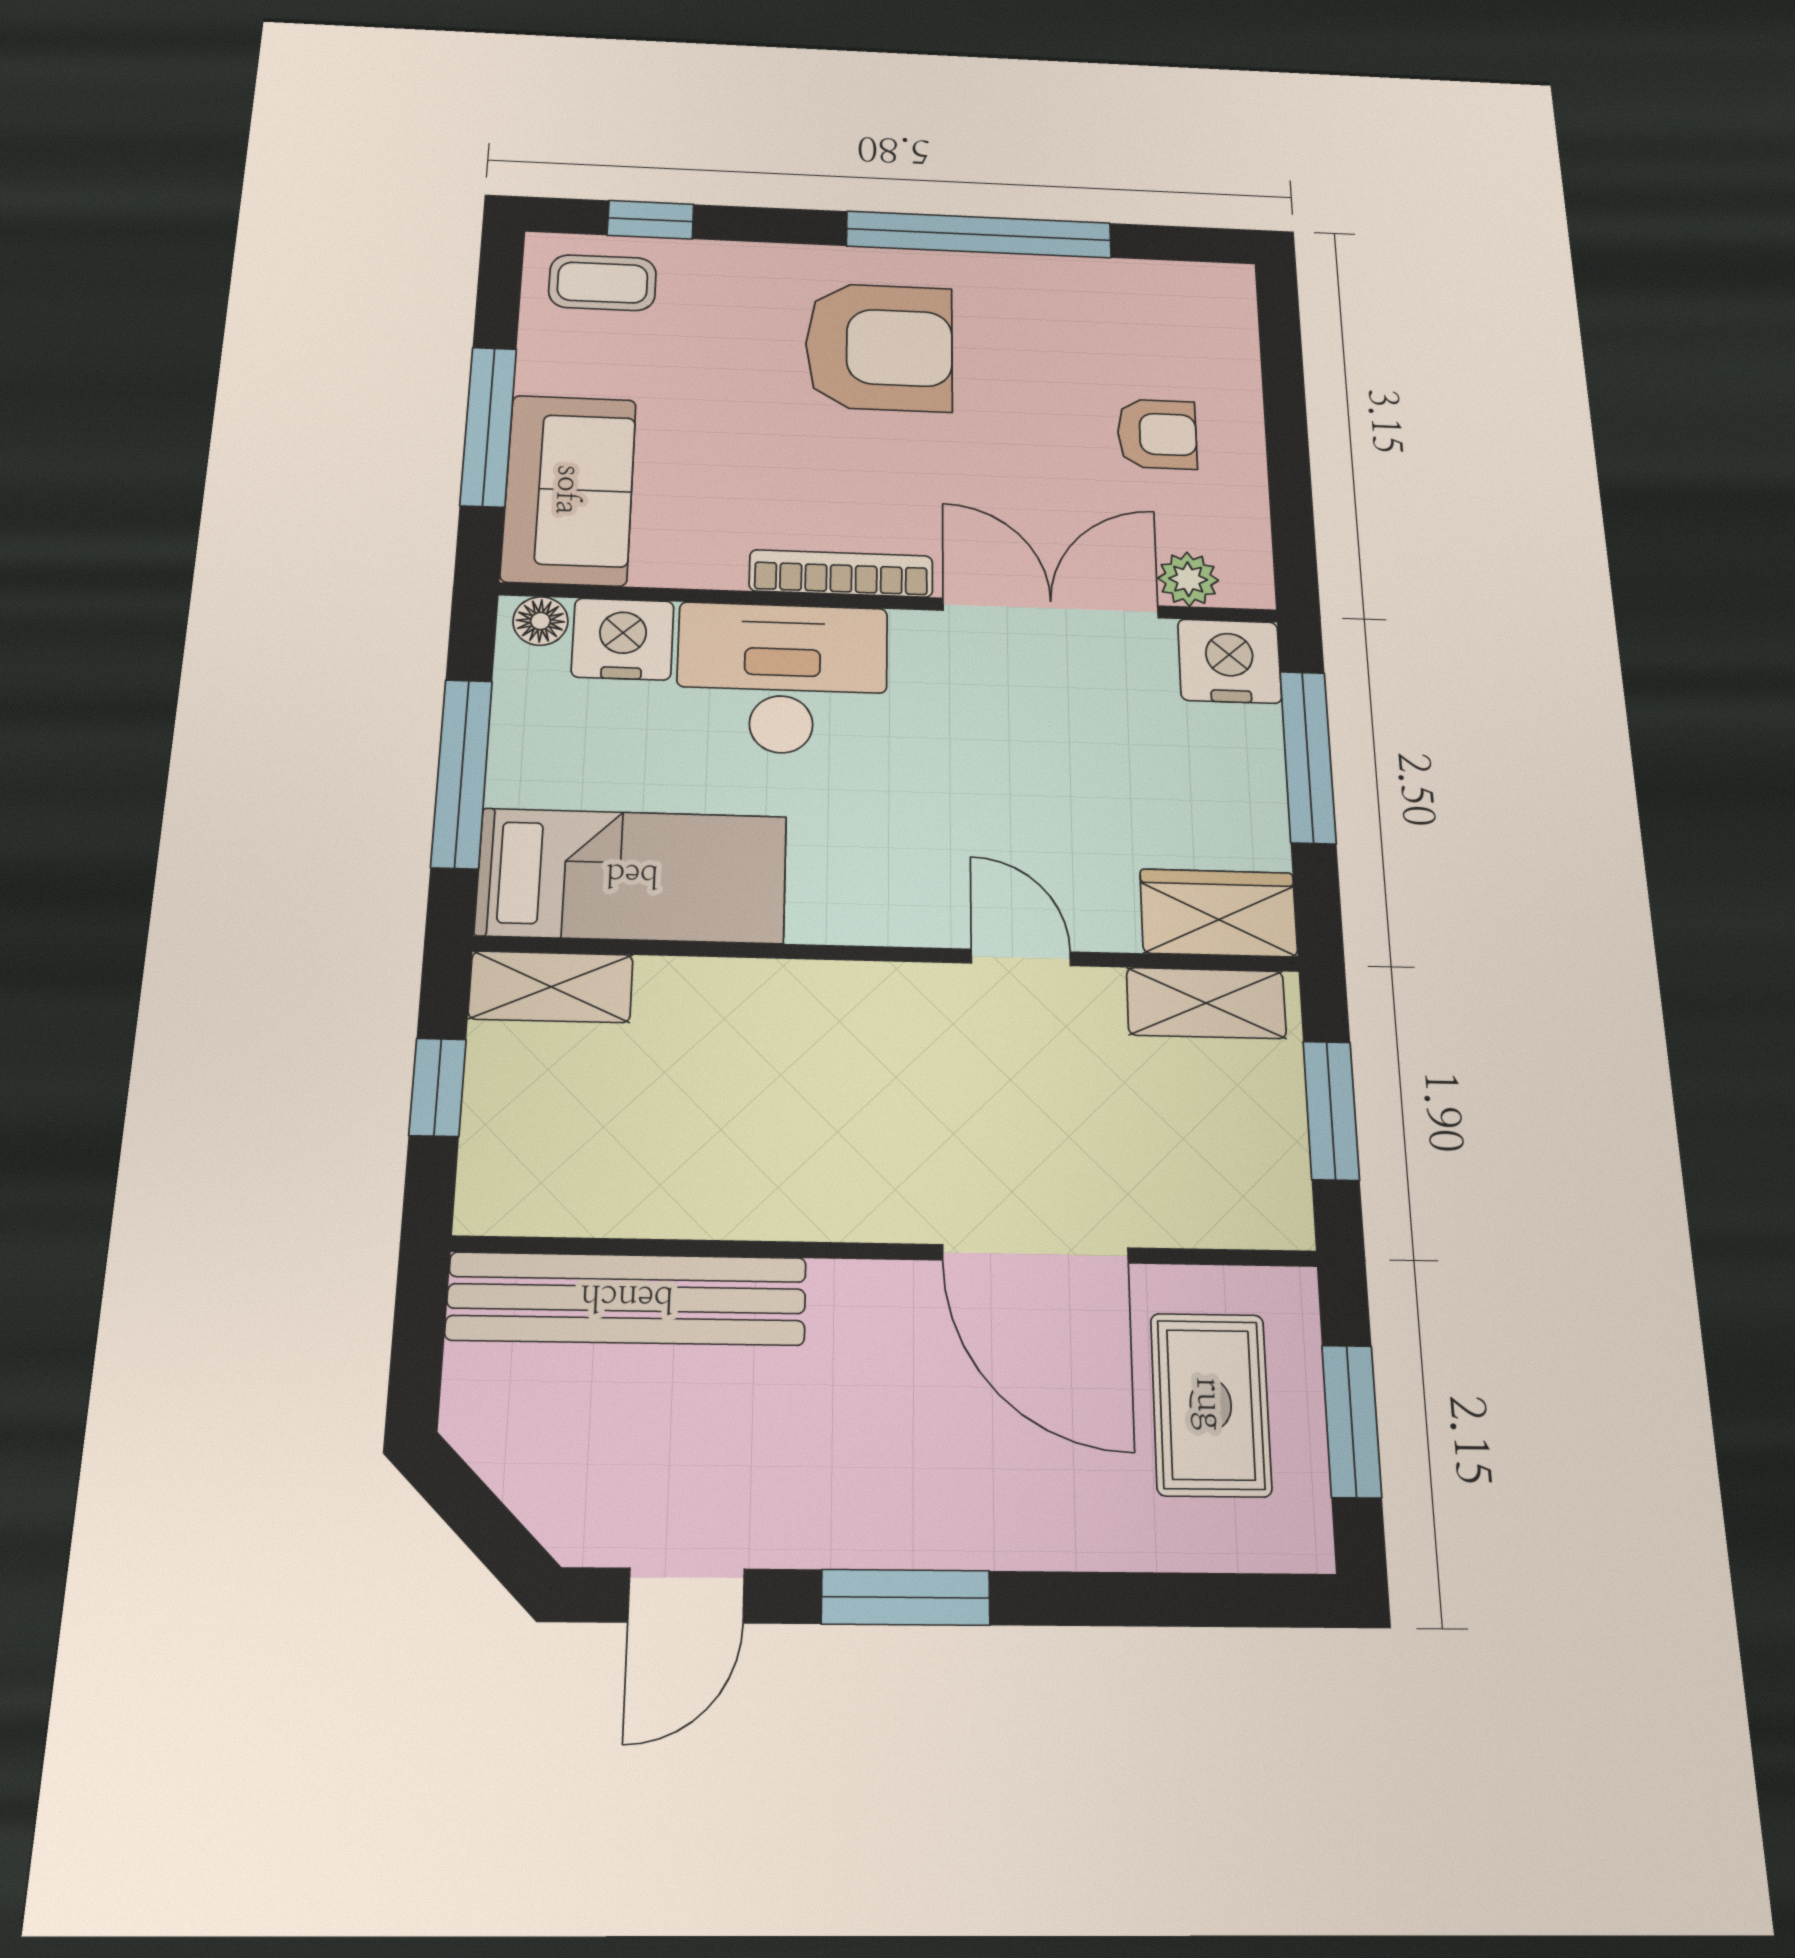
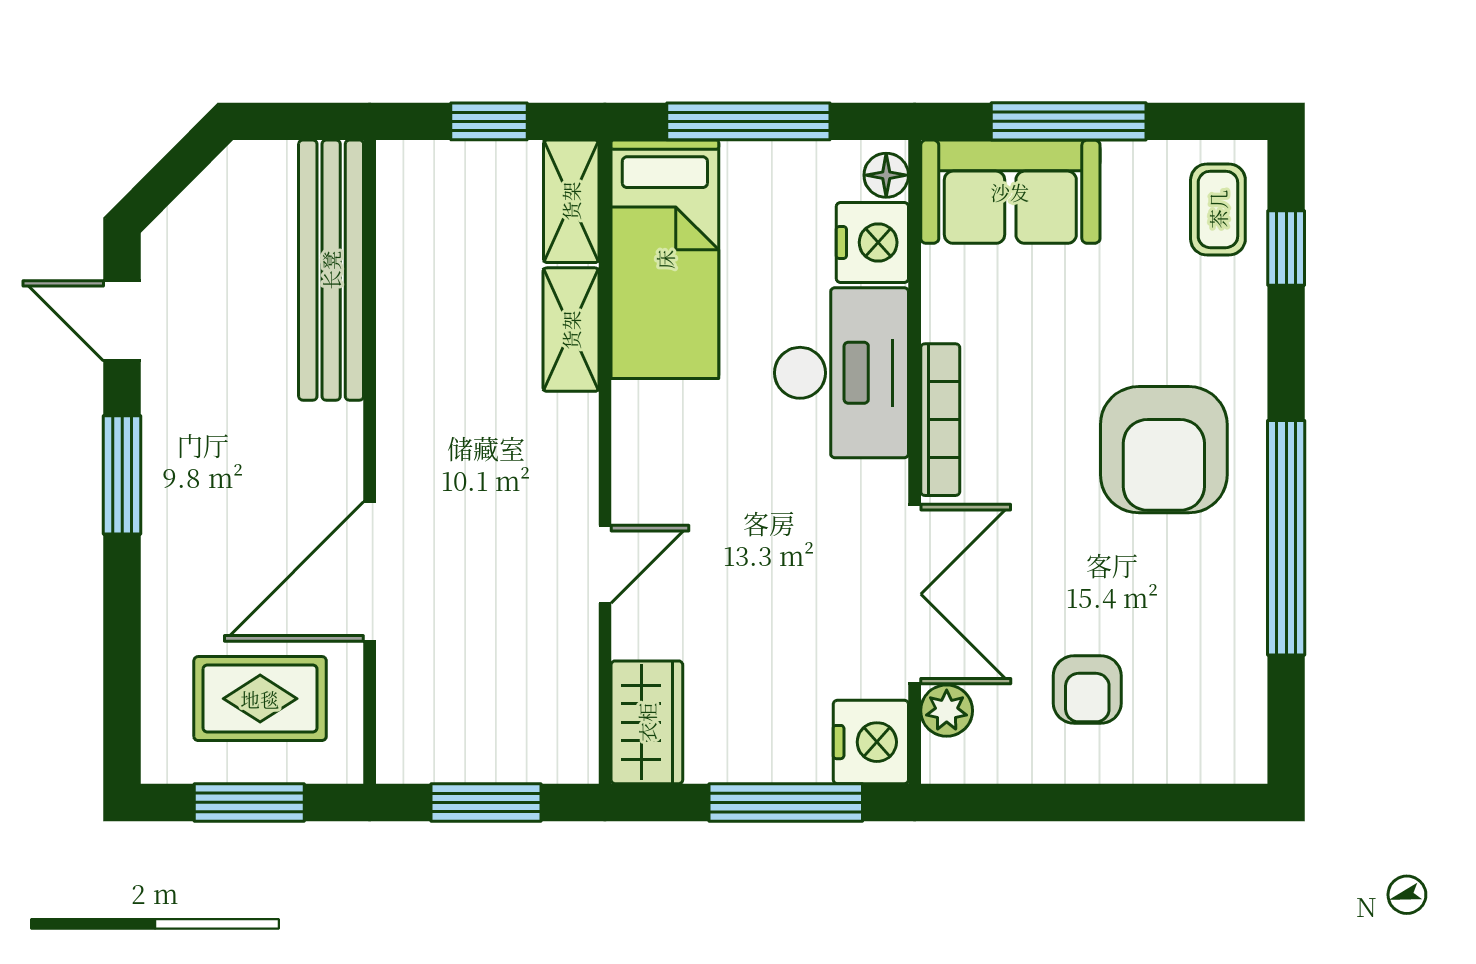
shelving: (1206, 1003) -> (571, 330), moved

